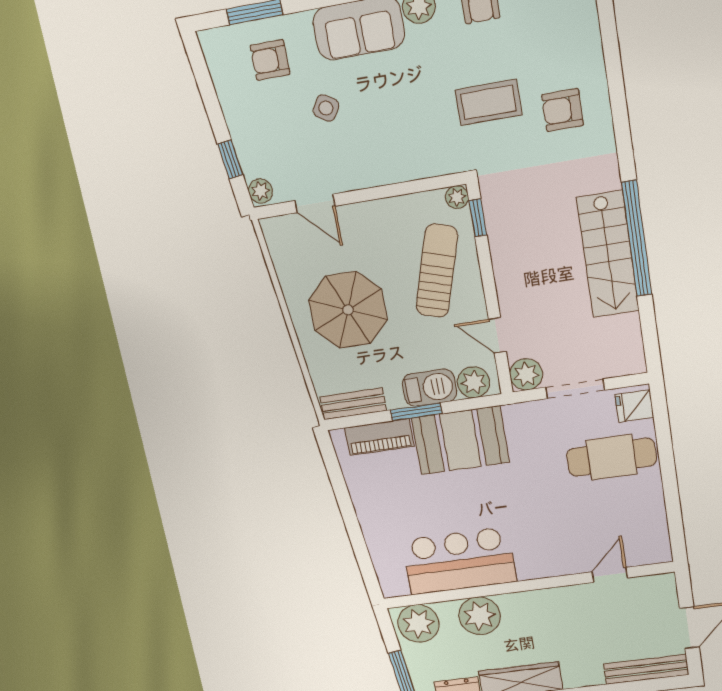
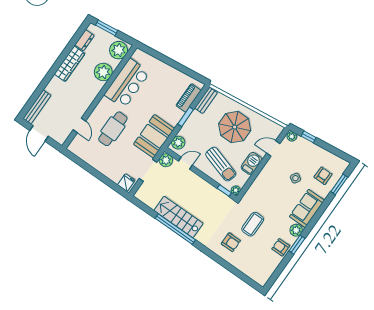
armchair: (562, 110) -> (231, 242), turned 90
barbecue: (430, 388) -> (252, 163), moved, turned 180
booth: (460, 440) -> (154, 136), moved
cafe table: (611, 457) -> (113, 129), moved

